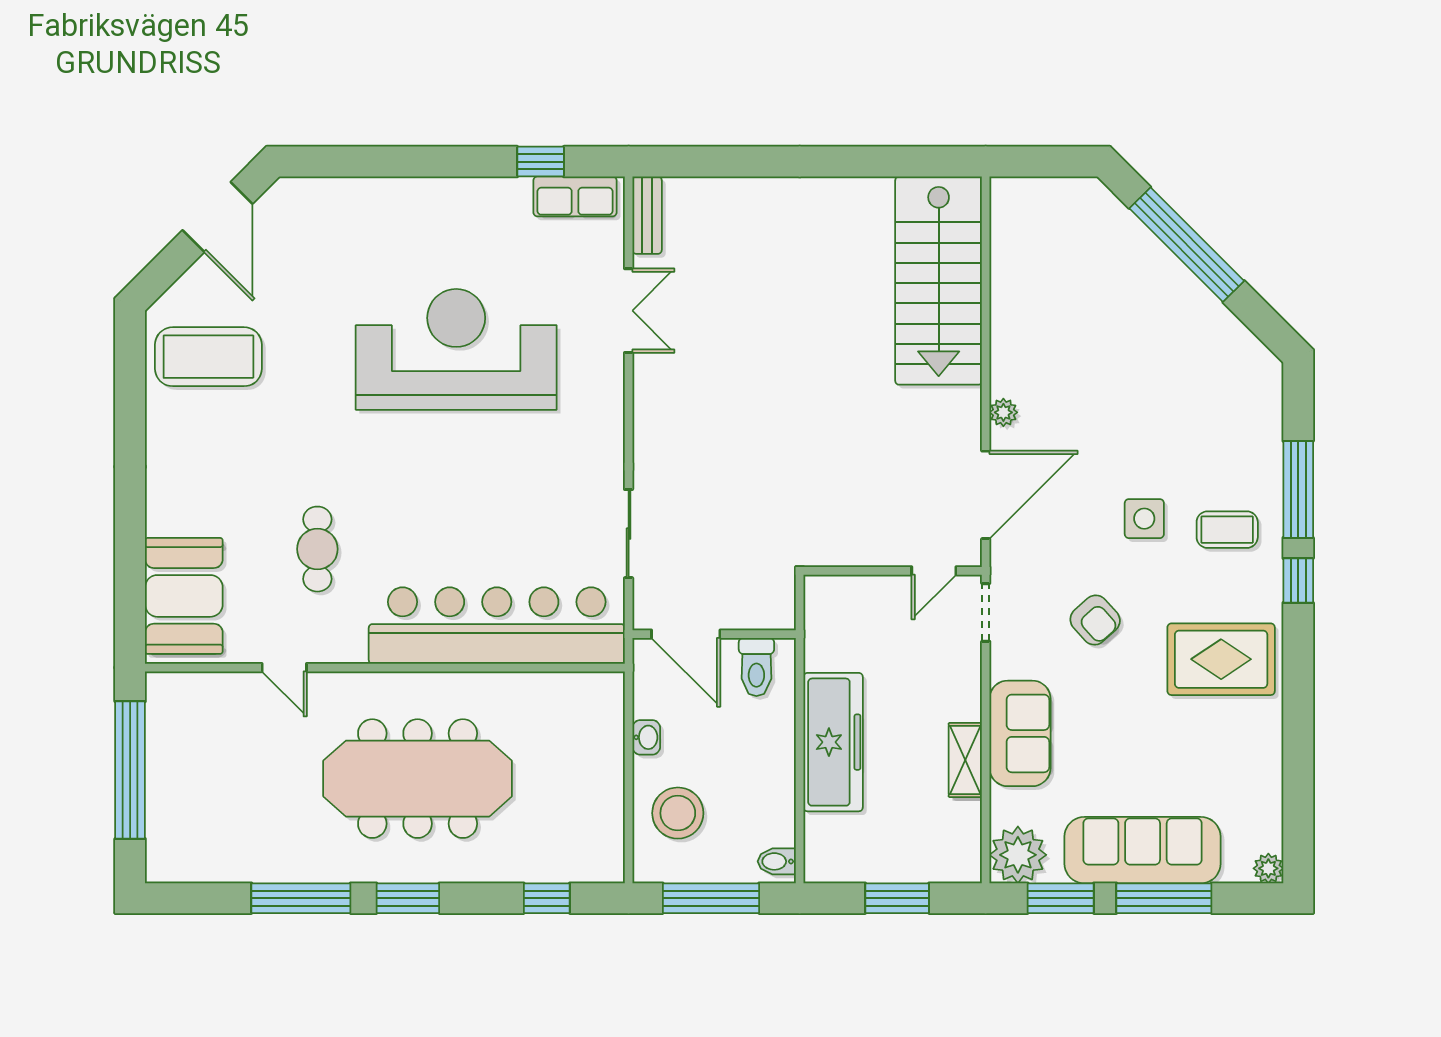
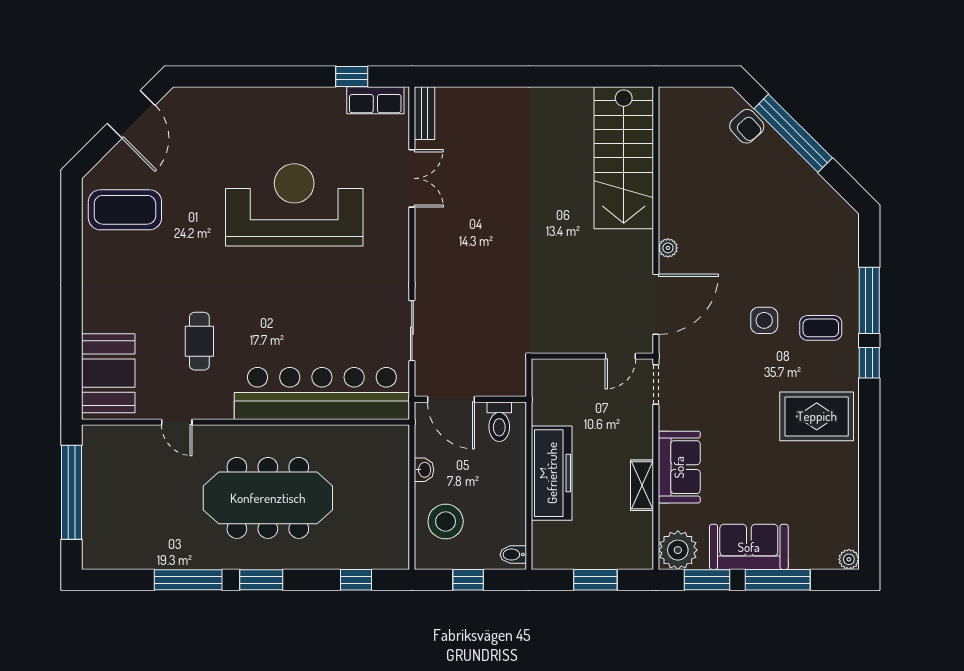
armchair: (1095, 620) -> (747, 126), moved
sofa: (1143, 850) -> (749, 547), width x0.73
window: (711, 898) -> (468, 580), width x0.46

